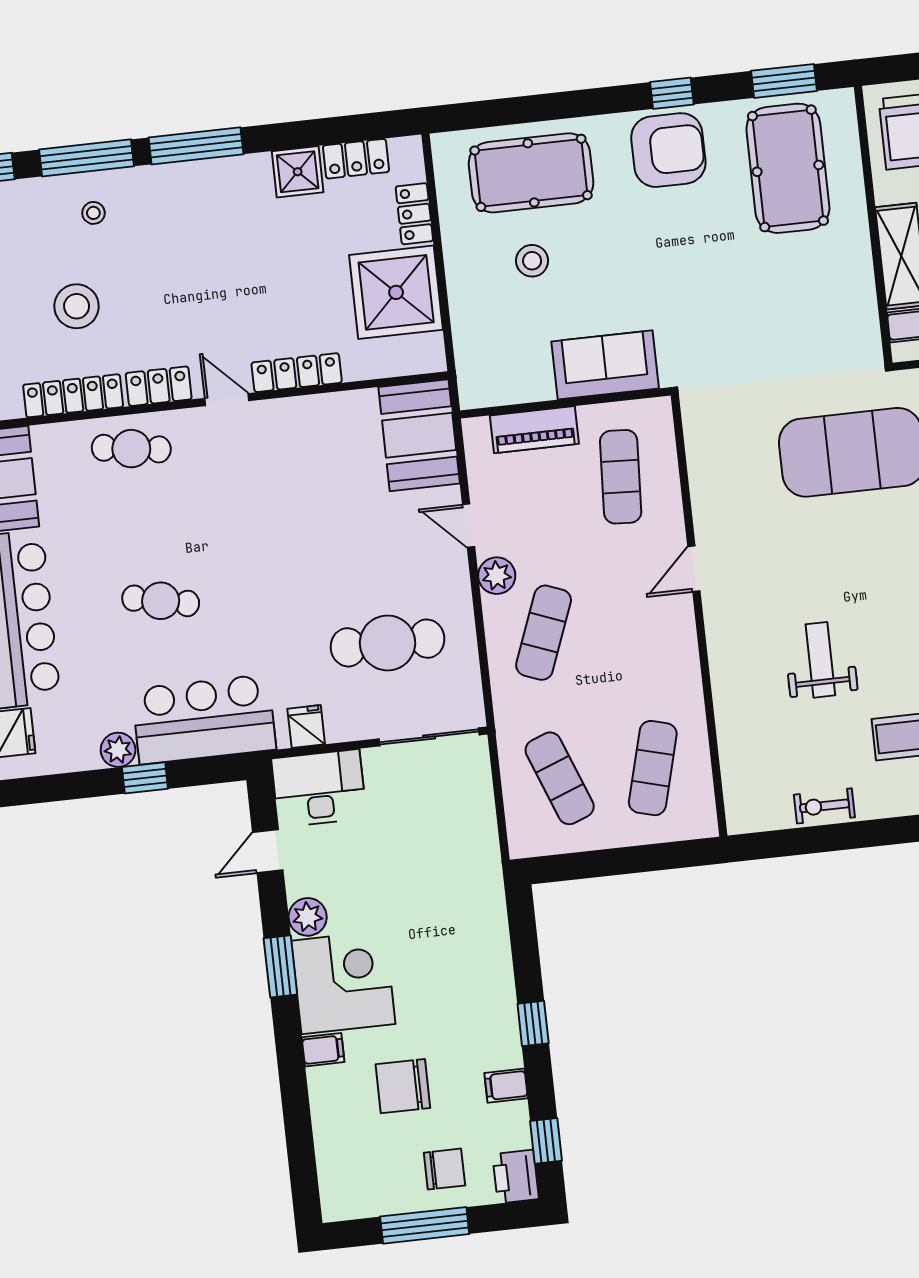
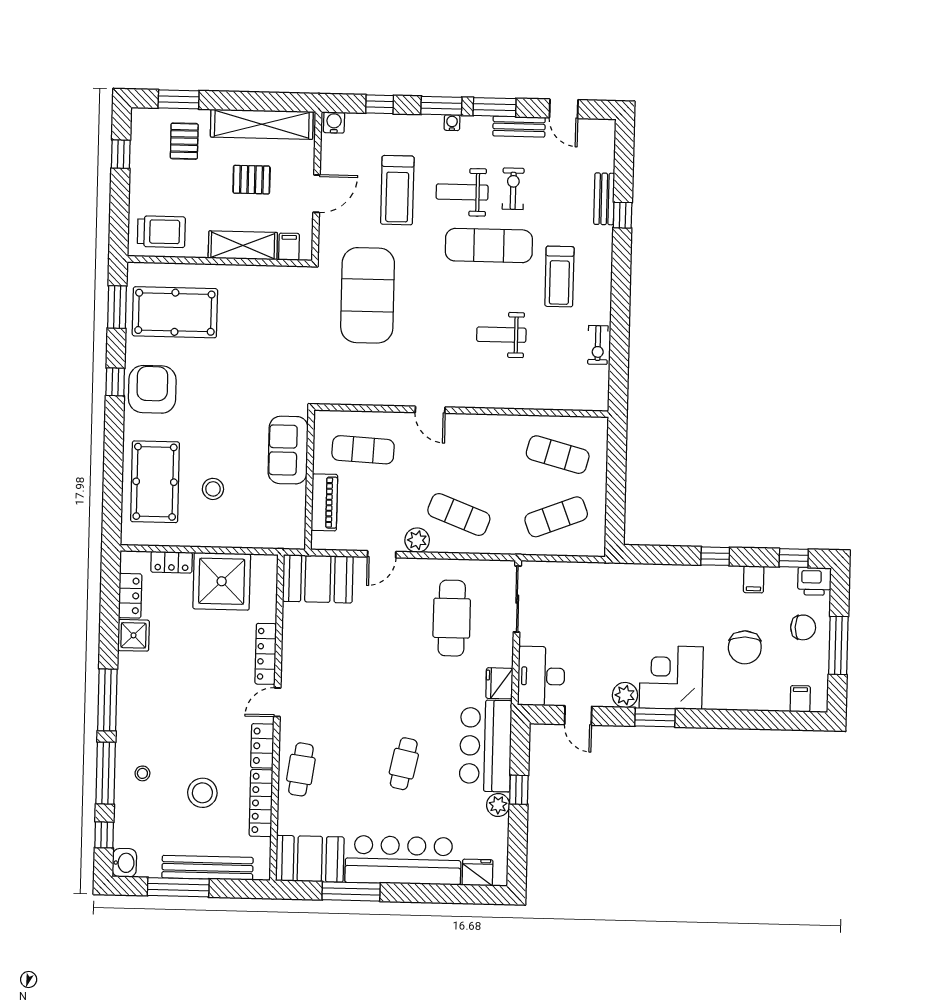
fridge: (306, 726) -> (499, 683), width x1.38
filing cabinet: (323, 1050) -> (800, 699), moved
chair: (444, 1169) -> (803, 627), turned 90

